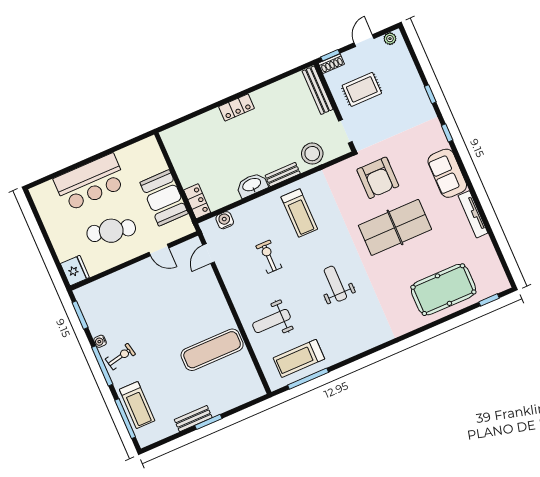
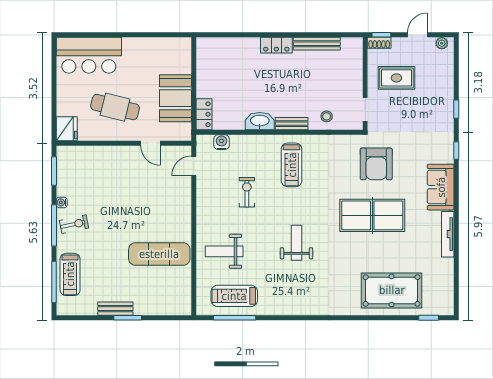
bench: (318, 90) -> (317, 44), moved, turned 90
stool: (312, 154) -> (327, 116), width x0.53, depth x0.53
bar counter: (90, 182) -> (89, 55), moved

